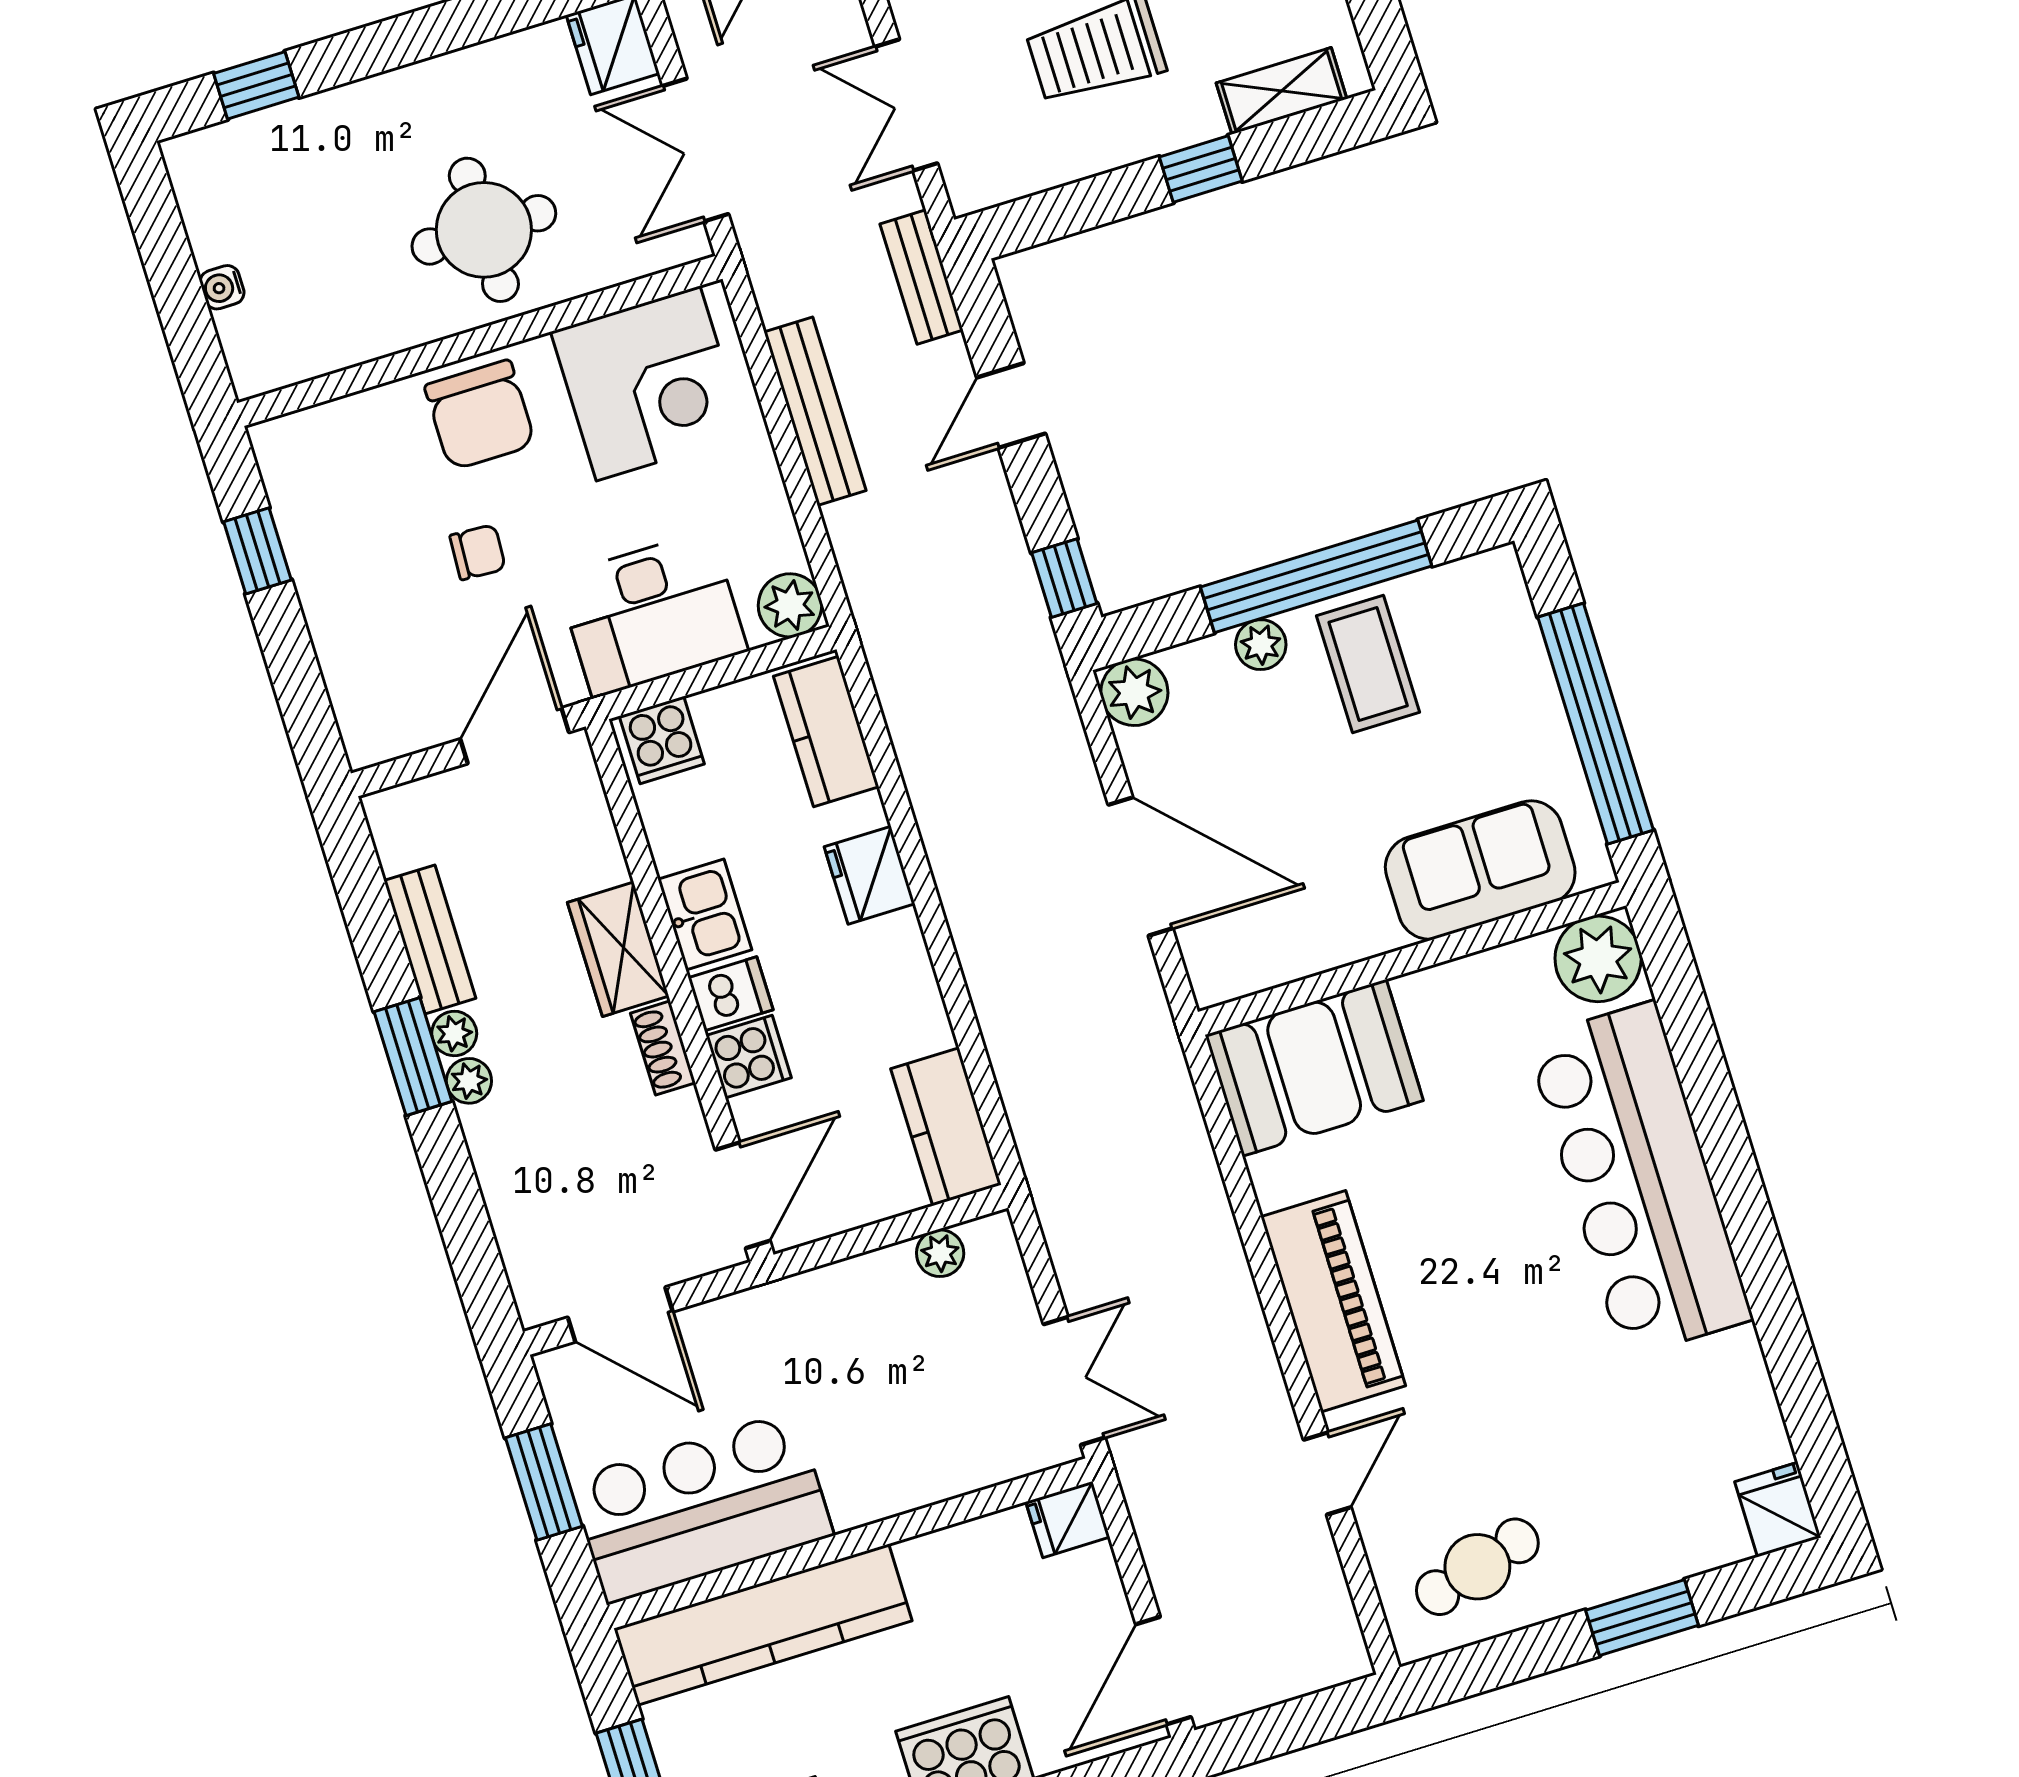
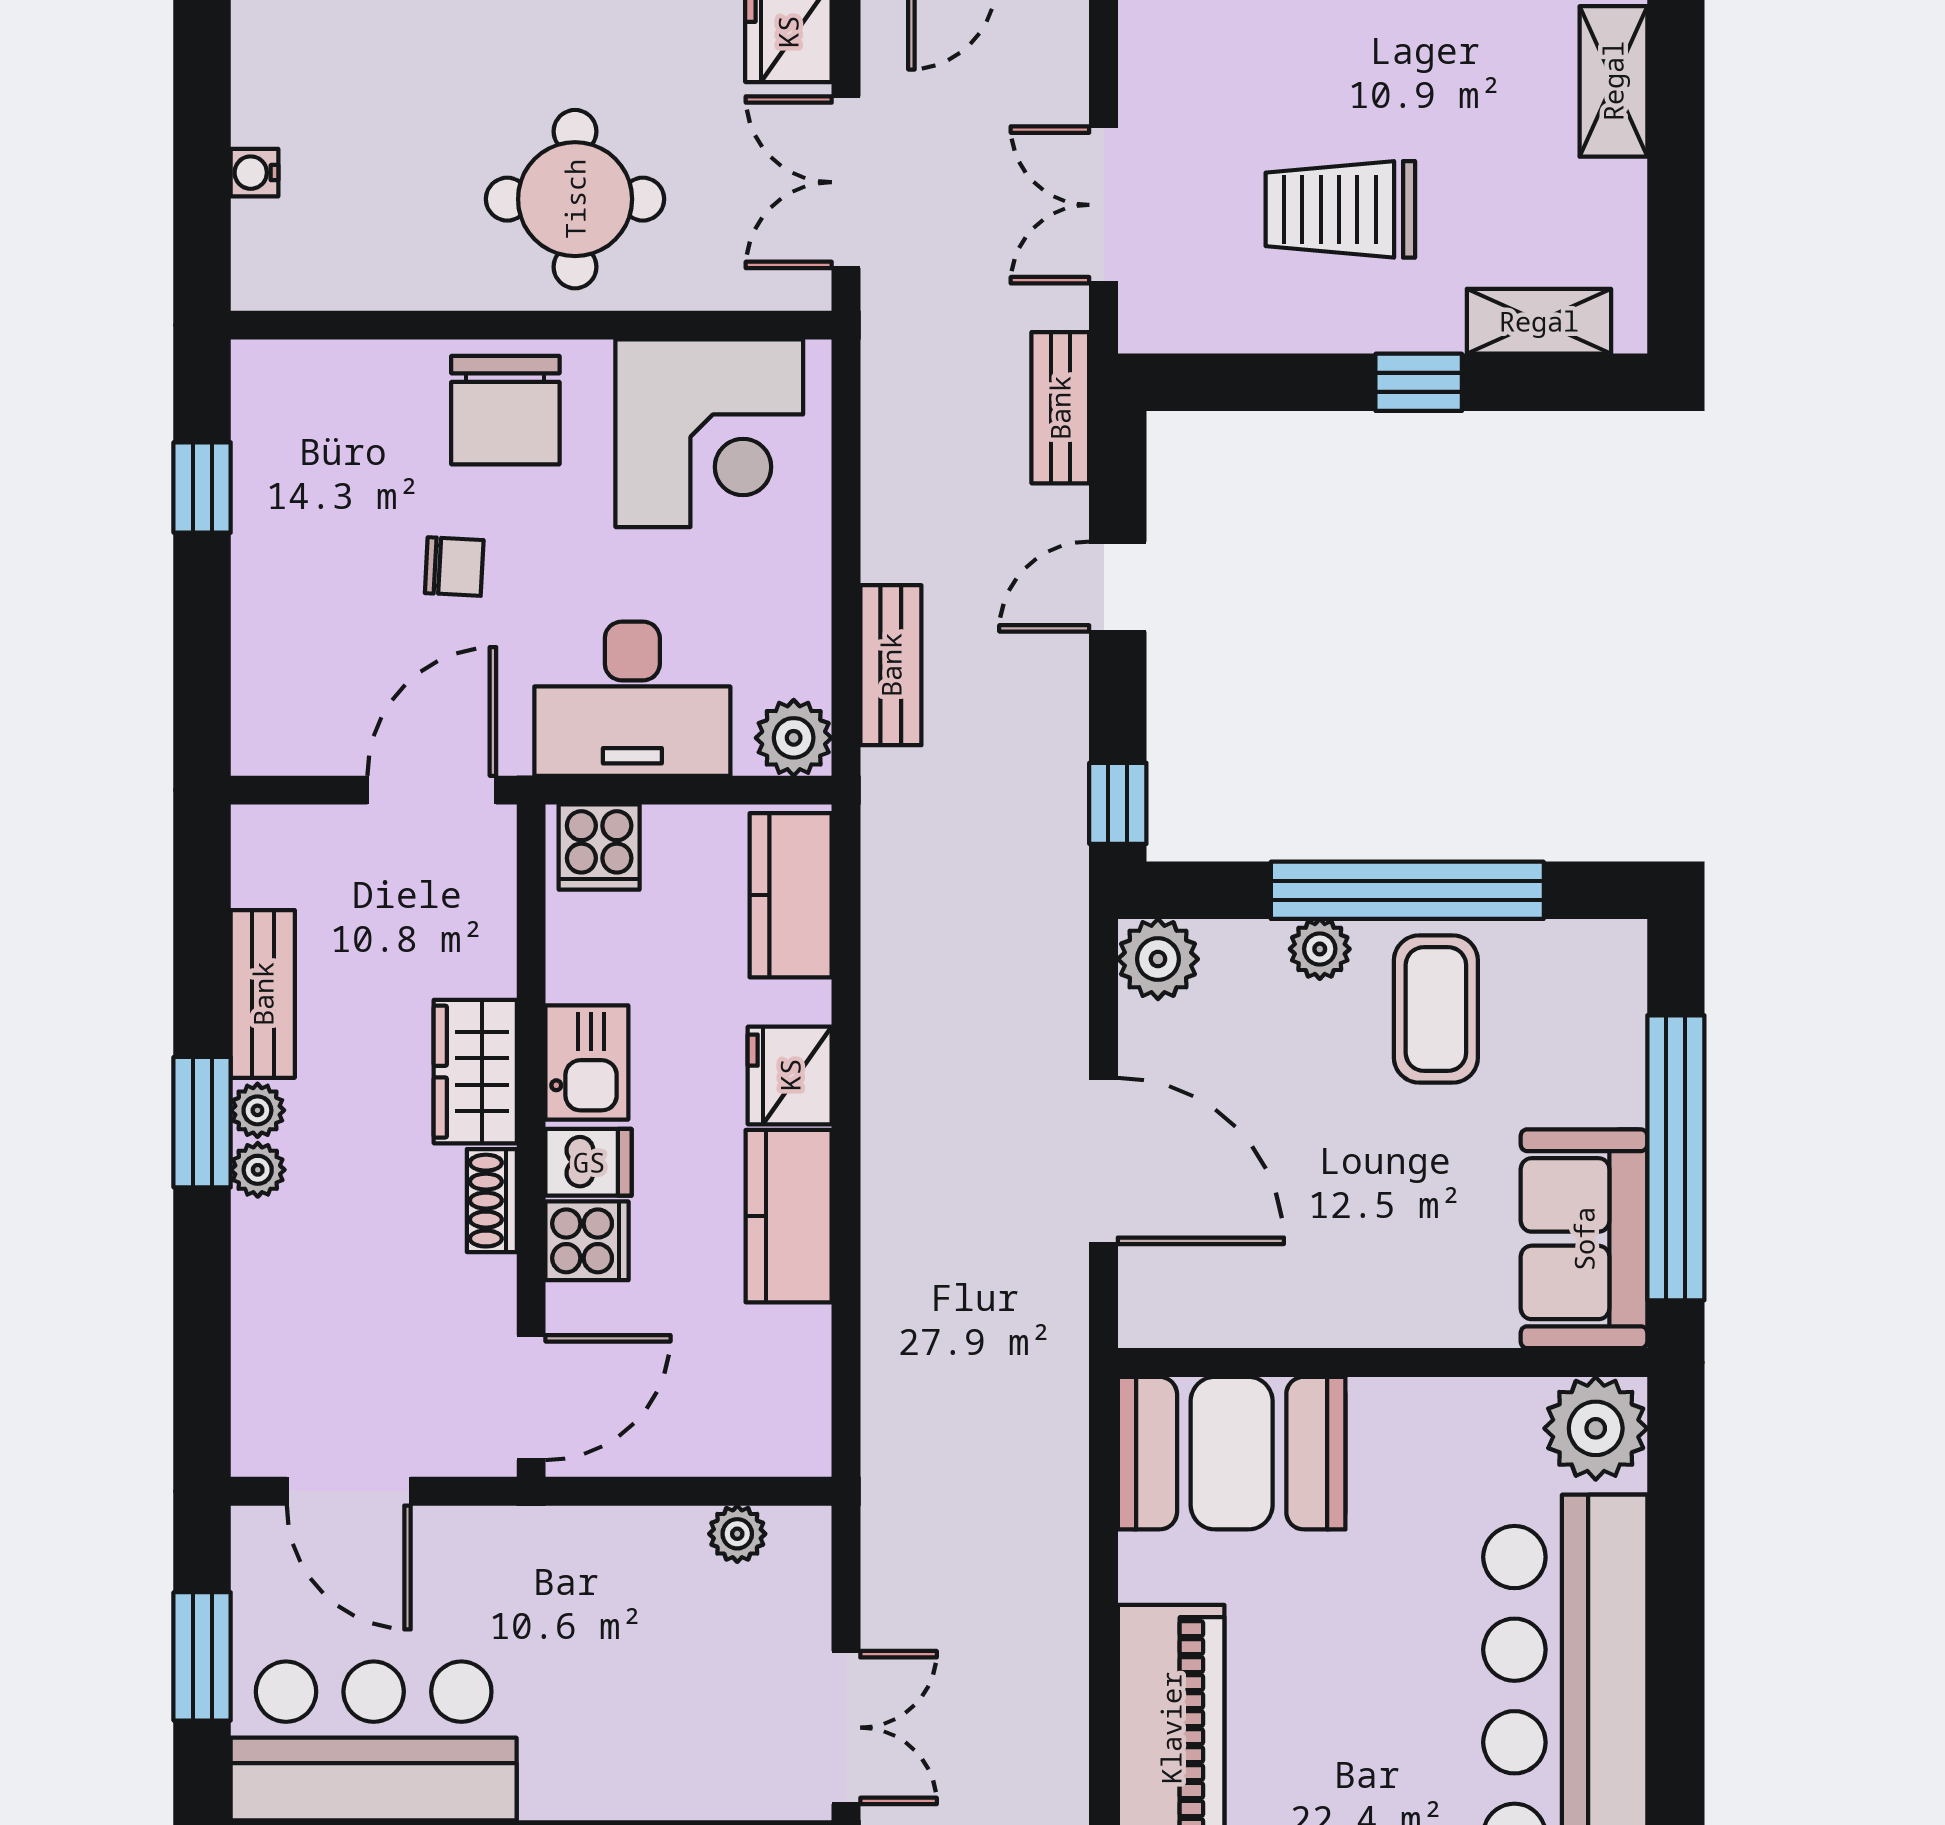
bench: (815, 411) -> (891, 665), moved, width x0.73
sofa: (1480, 870) -> (1584, 1239), moved, turned -90
kitchen counter: (946, 1127) -> (789, 1216), moved

